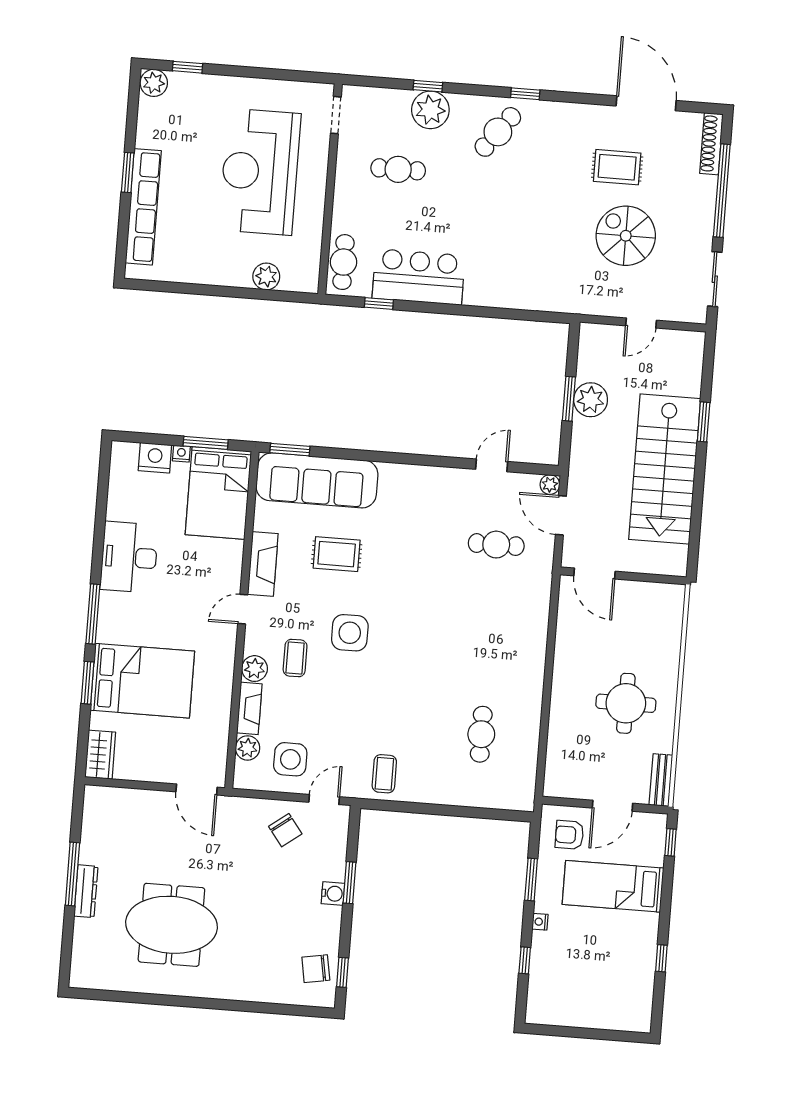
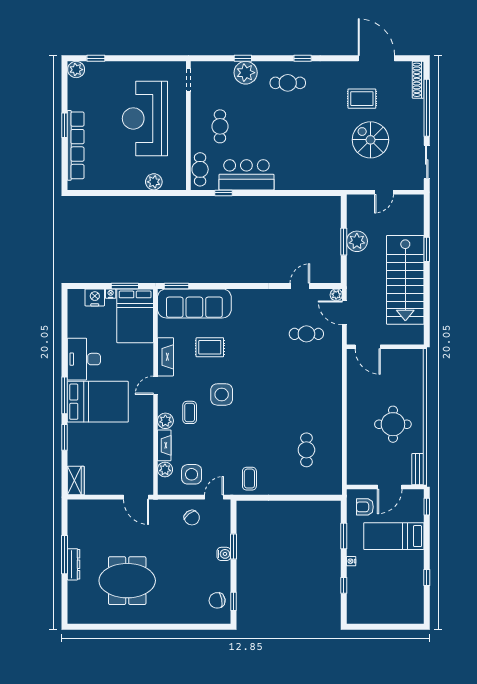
cafe table: (498, 132) -> (288, 83), turned 53
cafe table: (398, 169) -> (220, 126), moved, turned 90
bed: (142, 681) -> (98, 402), moved

